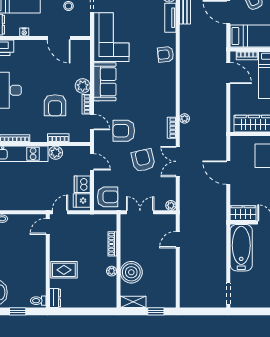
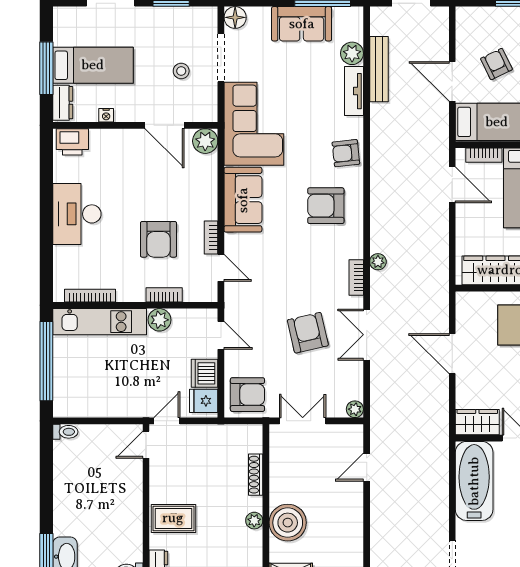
plant: (83, 86) -> (205, 141), moved
armchair: (124, 131) -> (326, 206), moved

